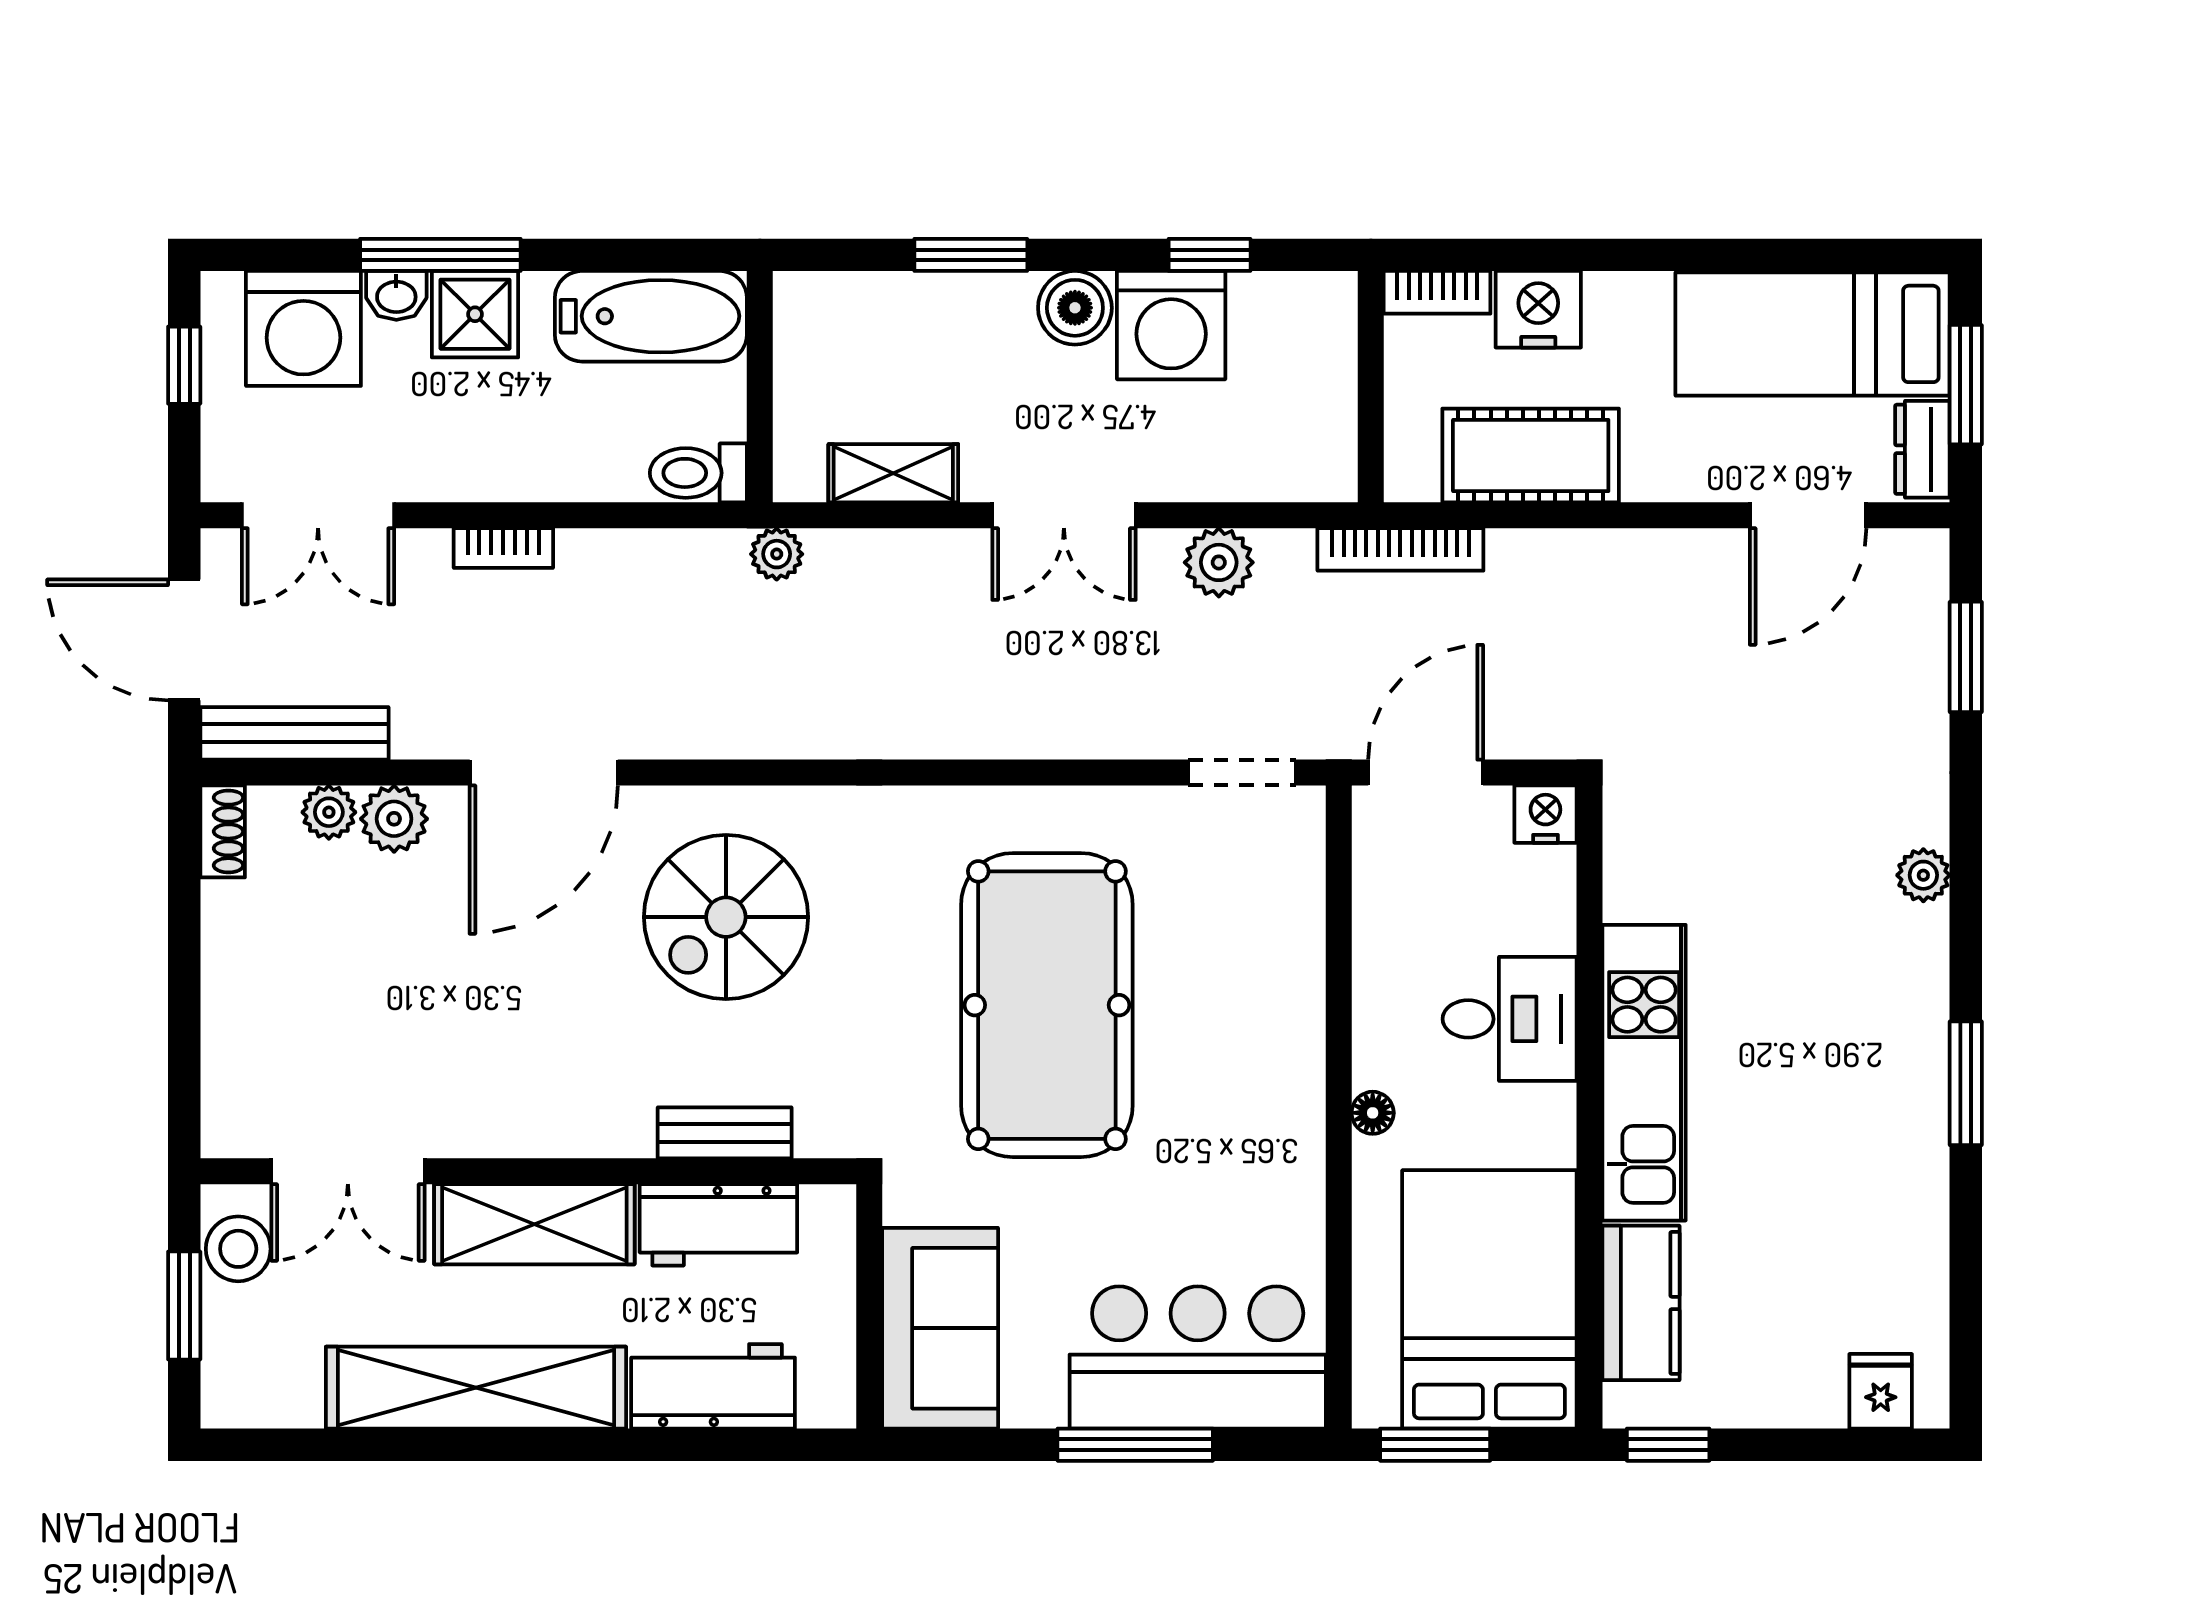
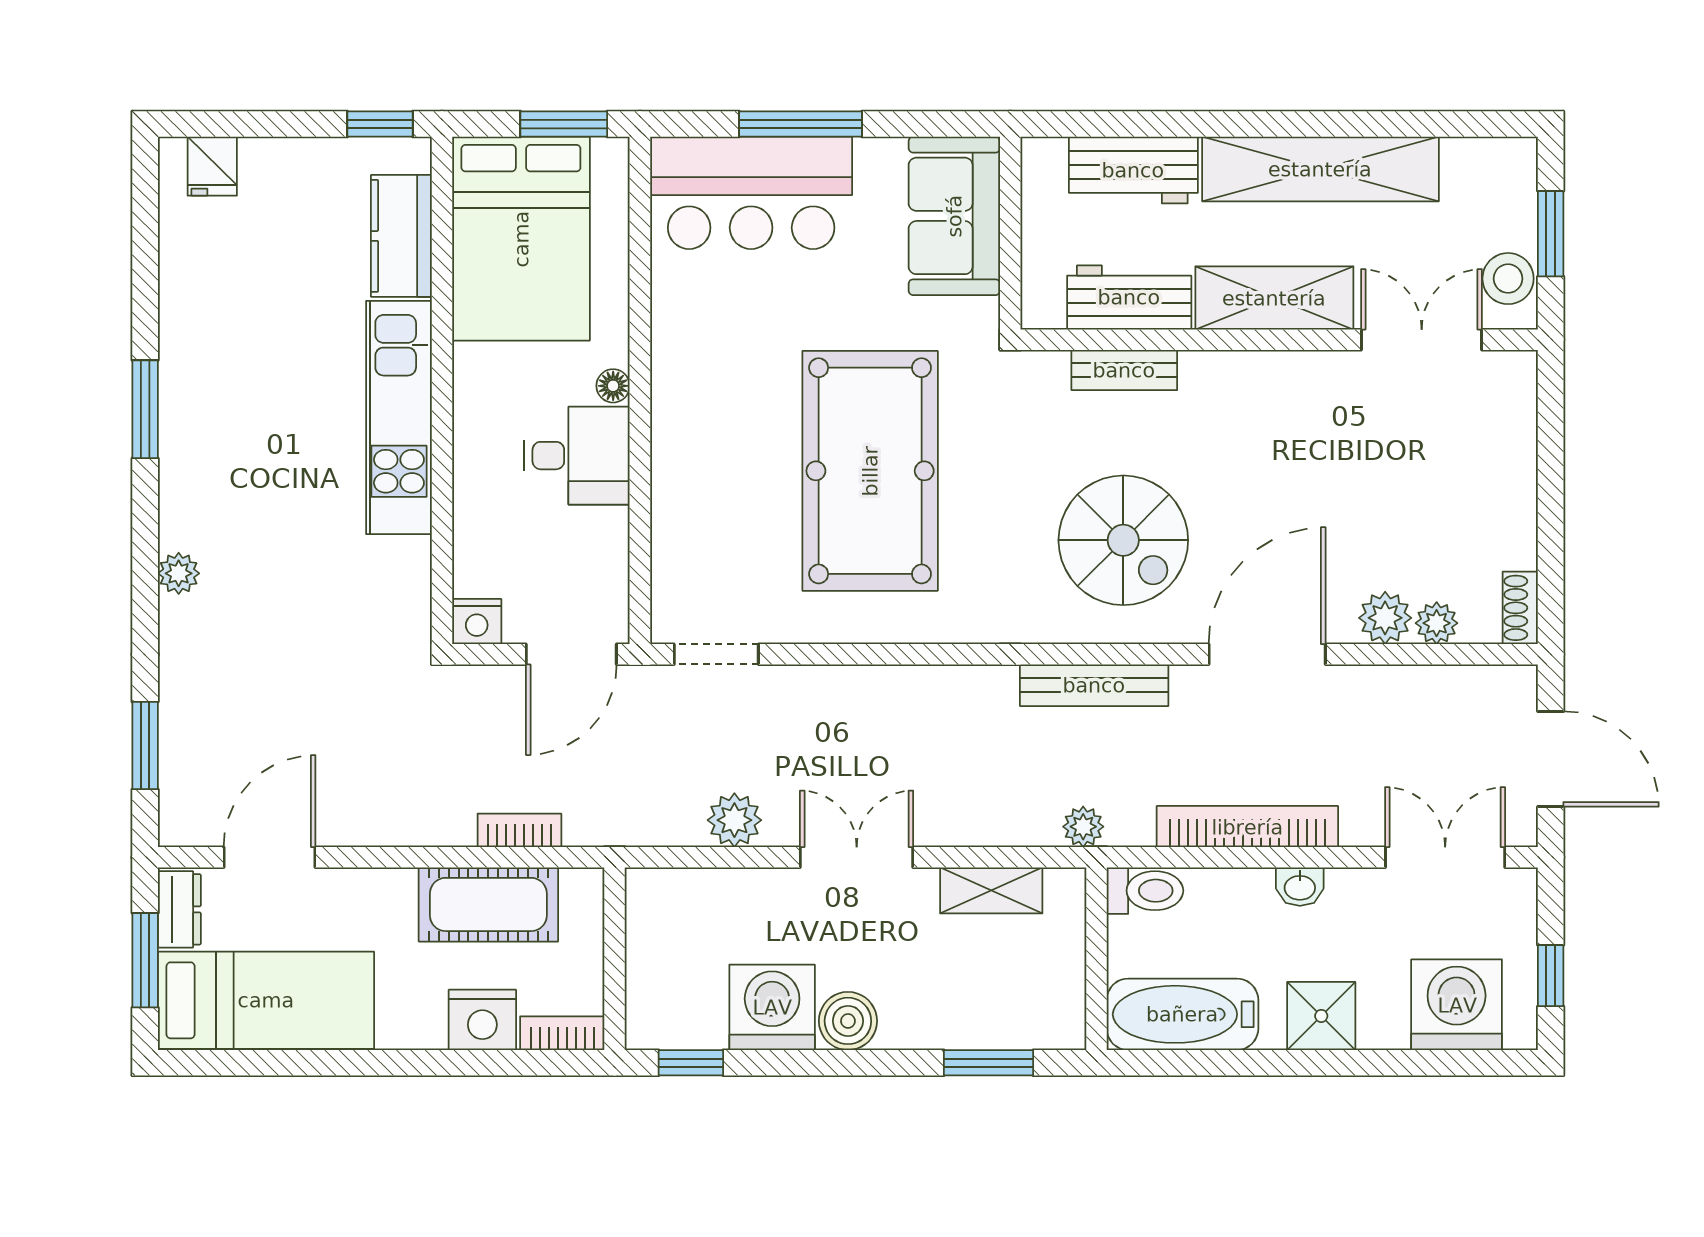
window: (440, 255) -> (1349, 1063), removed
window: (971, 255) -> (988, 1063), moved
window: (1210, 255) -> (691, 1063), moved
washbasin: (396, 295) -> (1300, 887), moved, turned 180
bookcase: (503, 548) -> (1247, 827), width x2.31, depth x1.31
bookcase: (1400, 549) -> (519, 830), moved, width x0.64
bench: (294, 733) -> (1094, 685), moved
spiral stairs: (726, 917) -> (1123, 540), turned 90
desk: (1510, 1019) -> (577, 456), moved, turned 180

